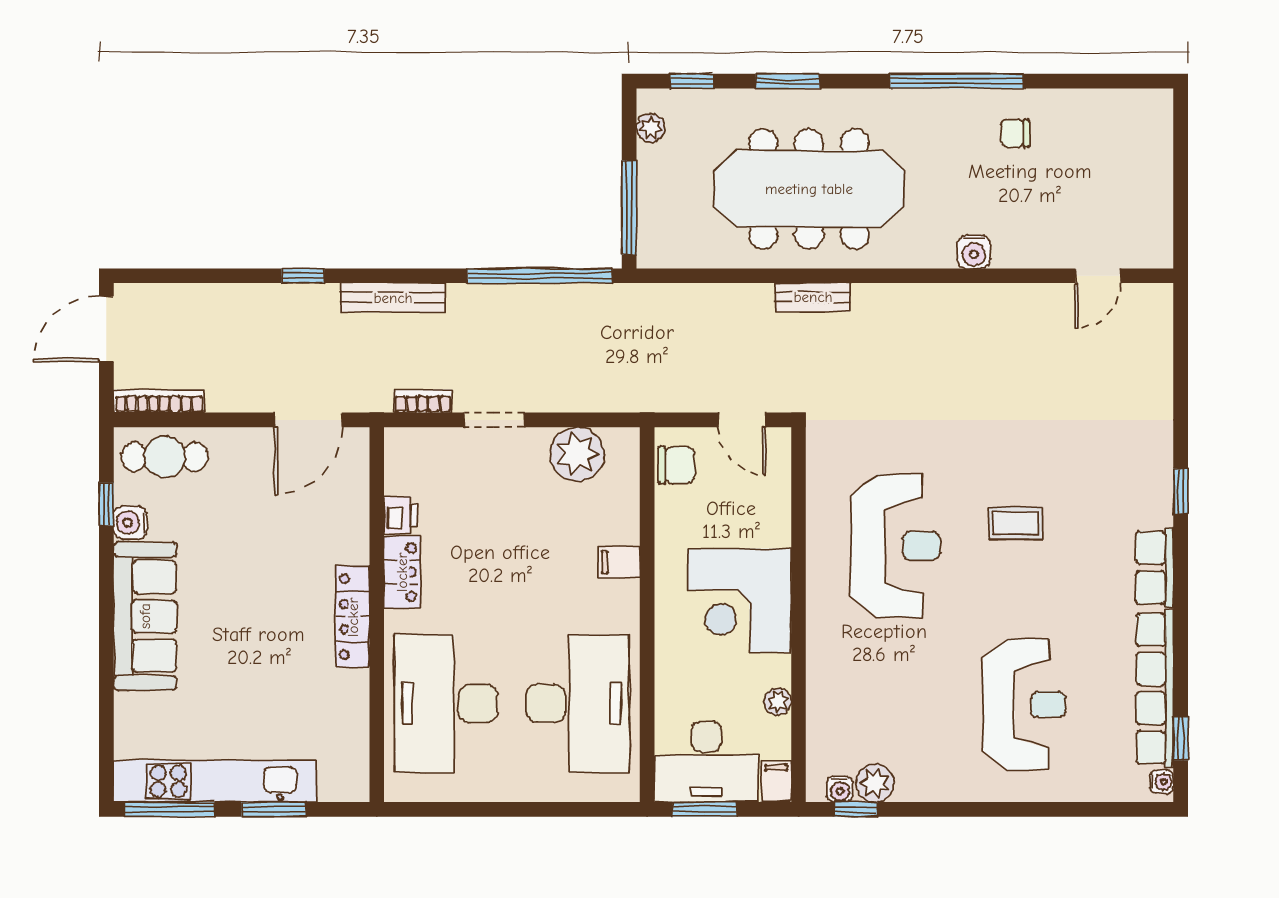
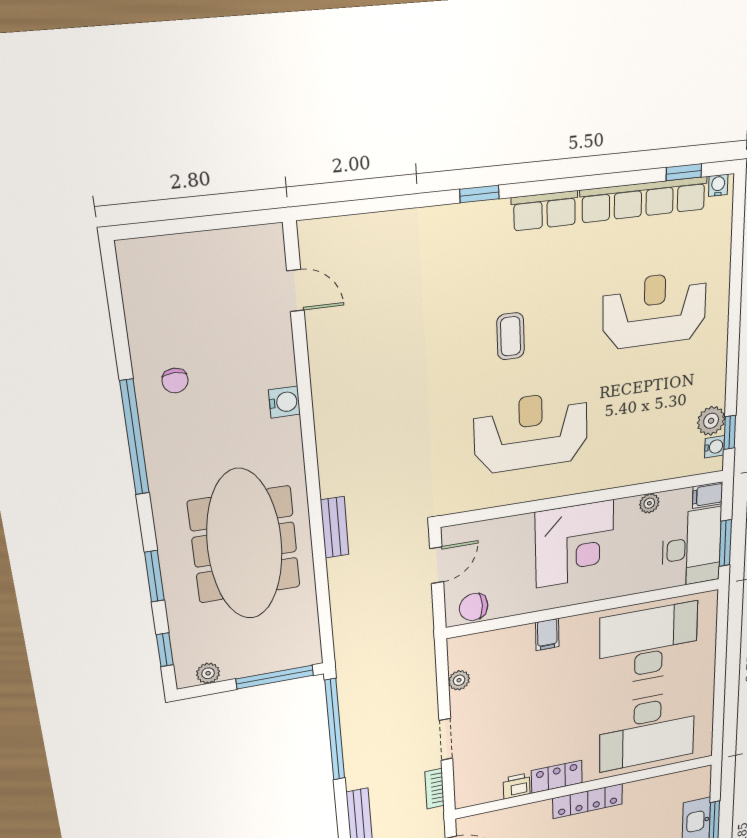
plant: (577, 454) -> (459, 680), width x0.53, depth x0.53
chair: (676, 465) -> (474, 607), turned -90

